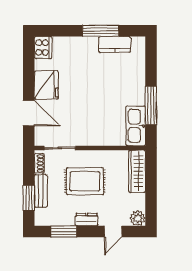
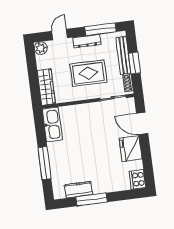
window: (151, 105) -> (44, 163), moved
bench: (41, 191) -> (123, 55), width x1.36
window: (29, 198) -> (134, 63), moved
dresser: (87, 220) -> (87, 41), width x1.44
window: (64, 231) -> (100, 29), width x1.44

